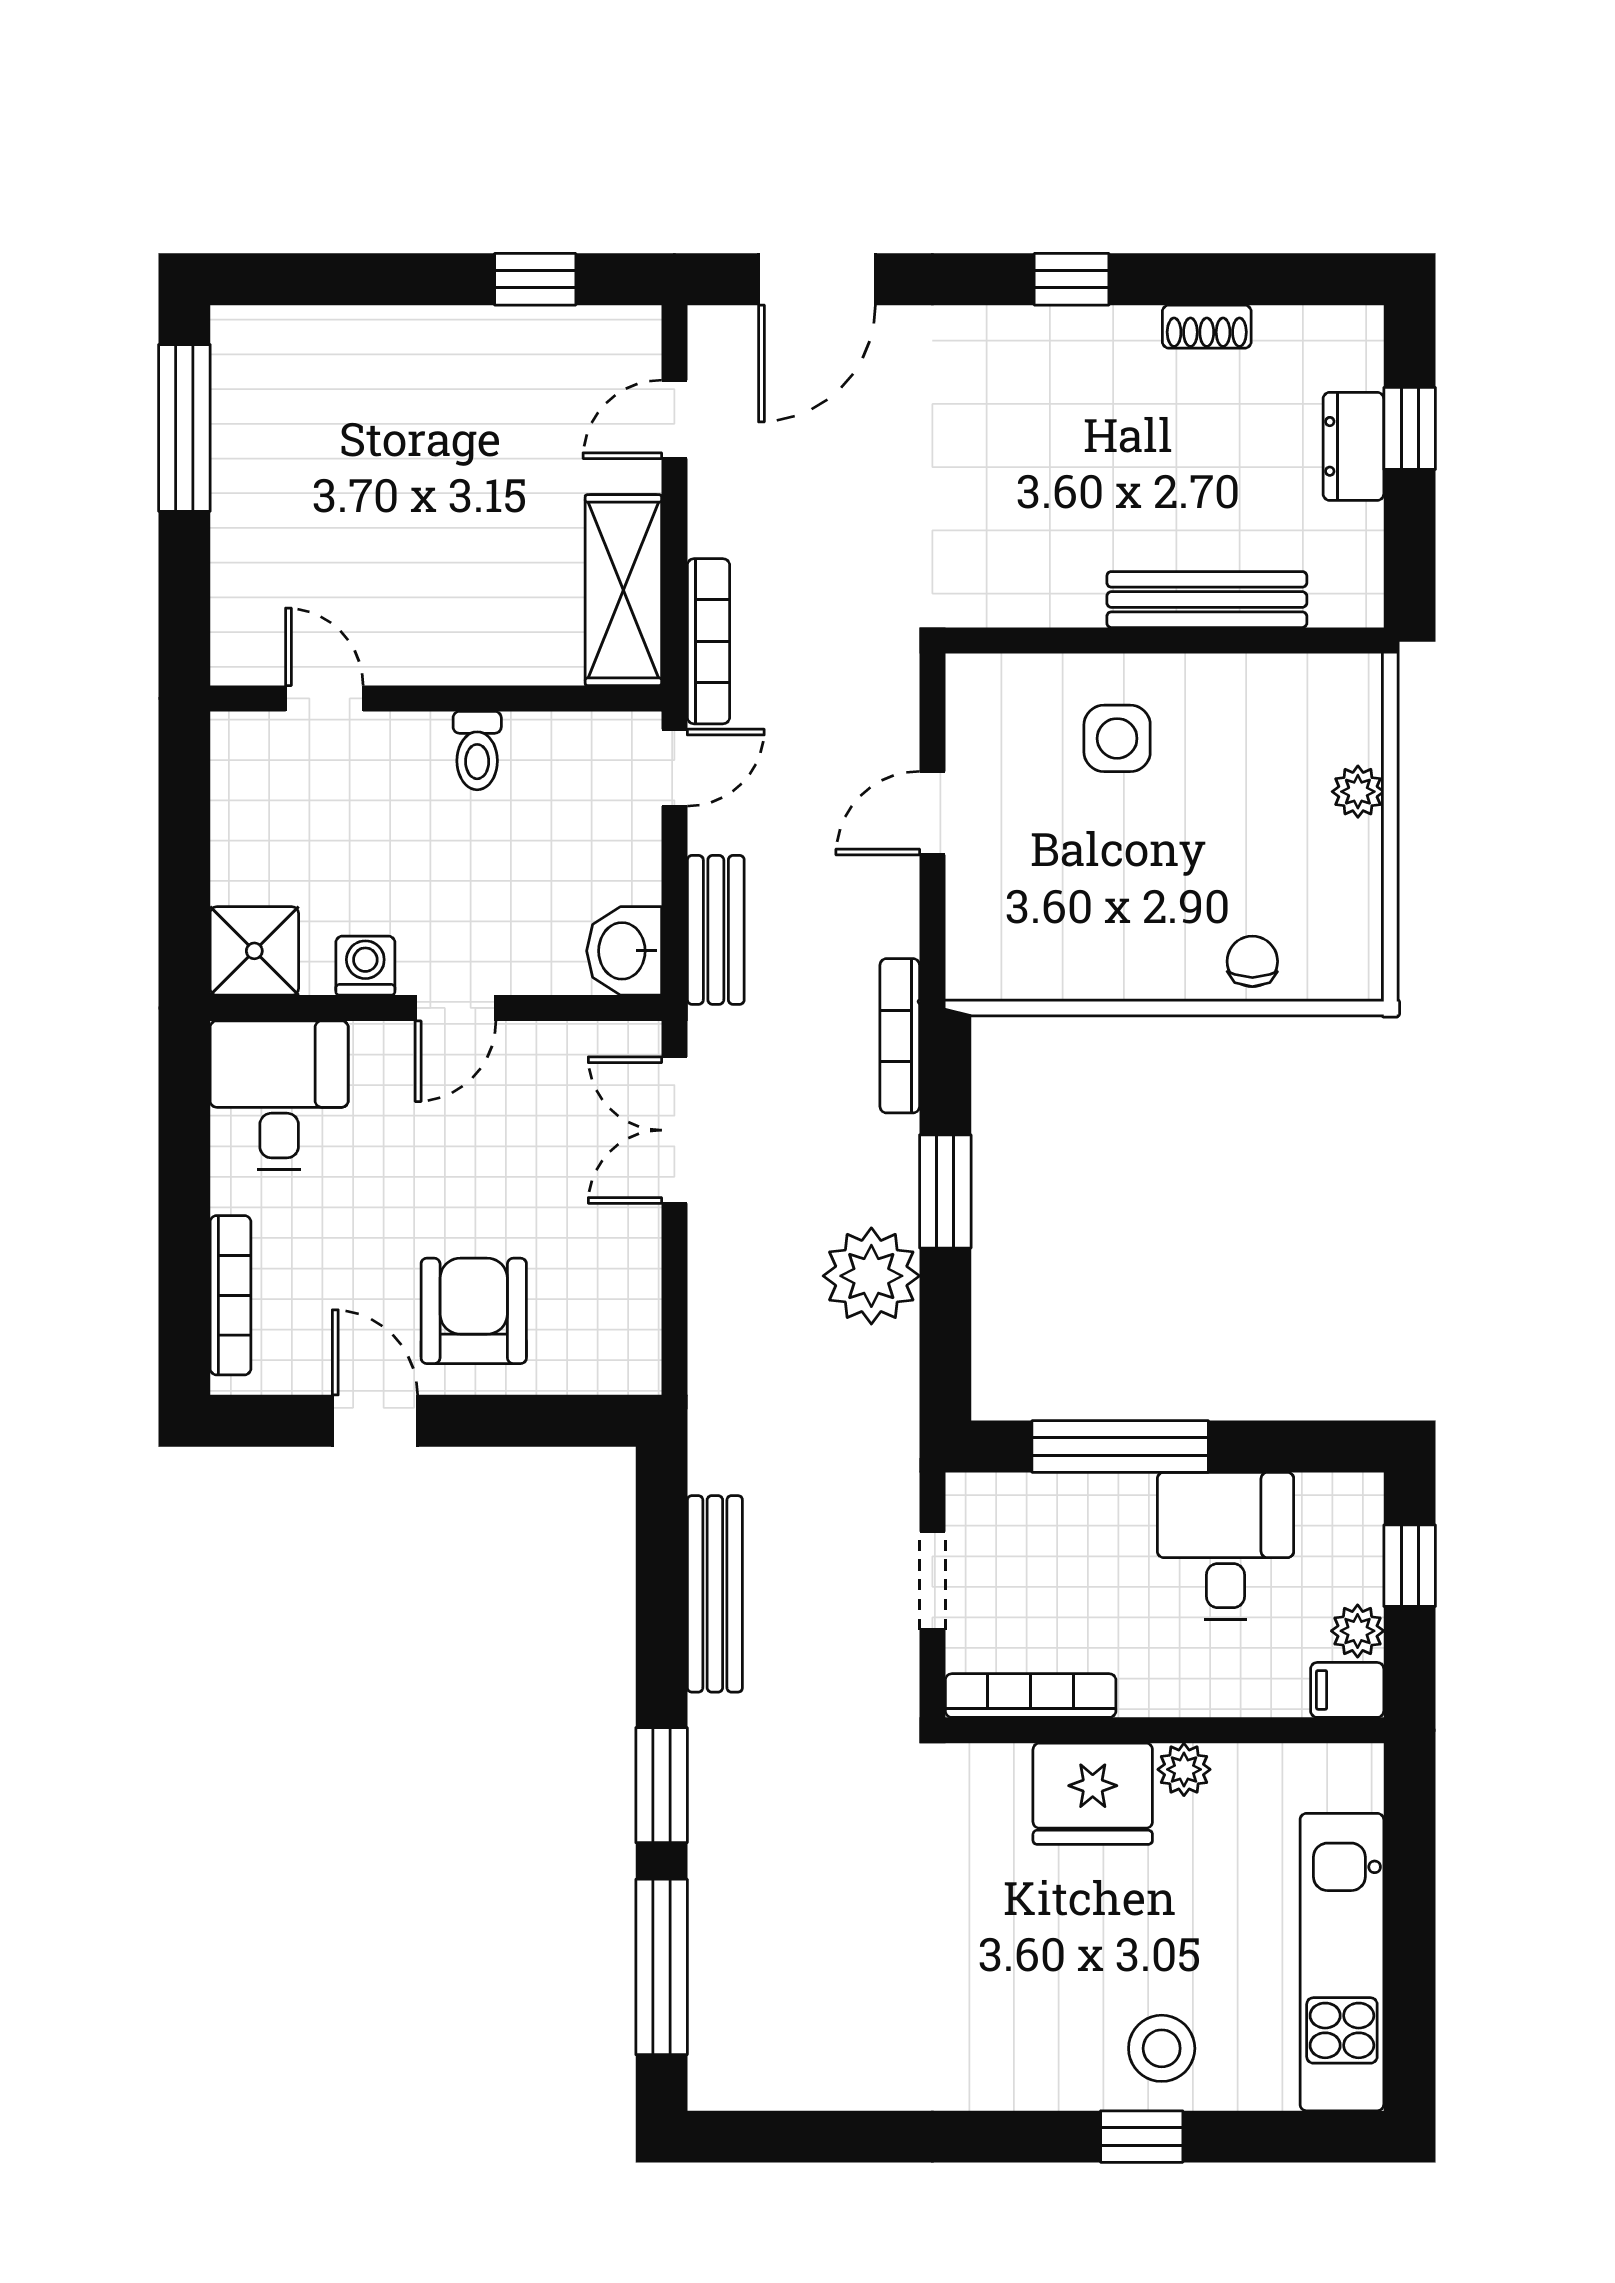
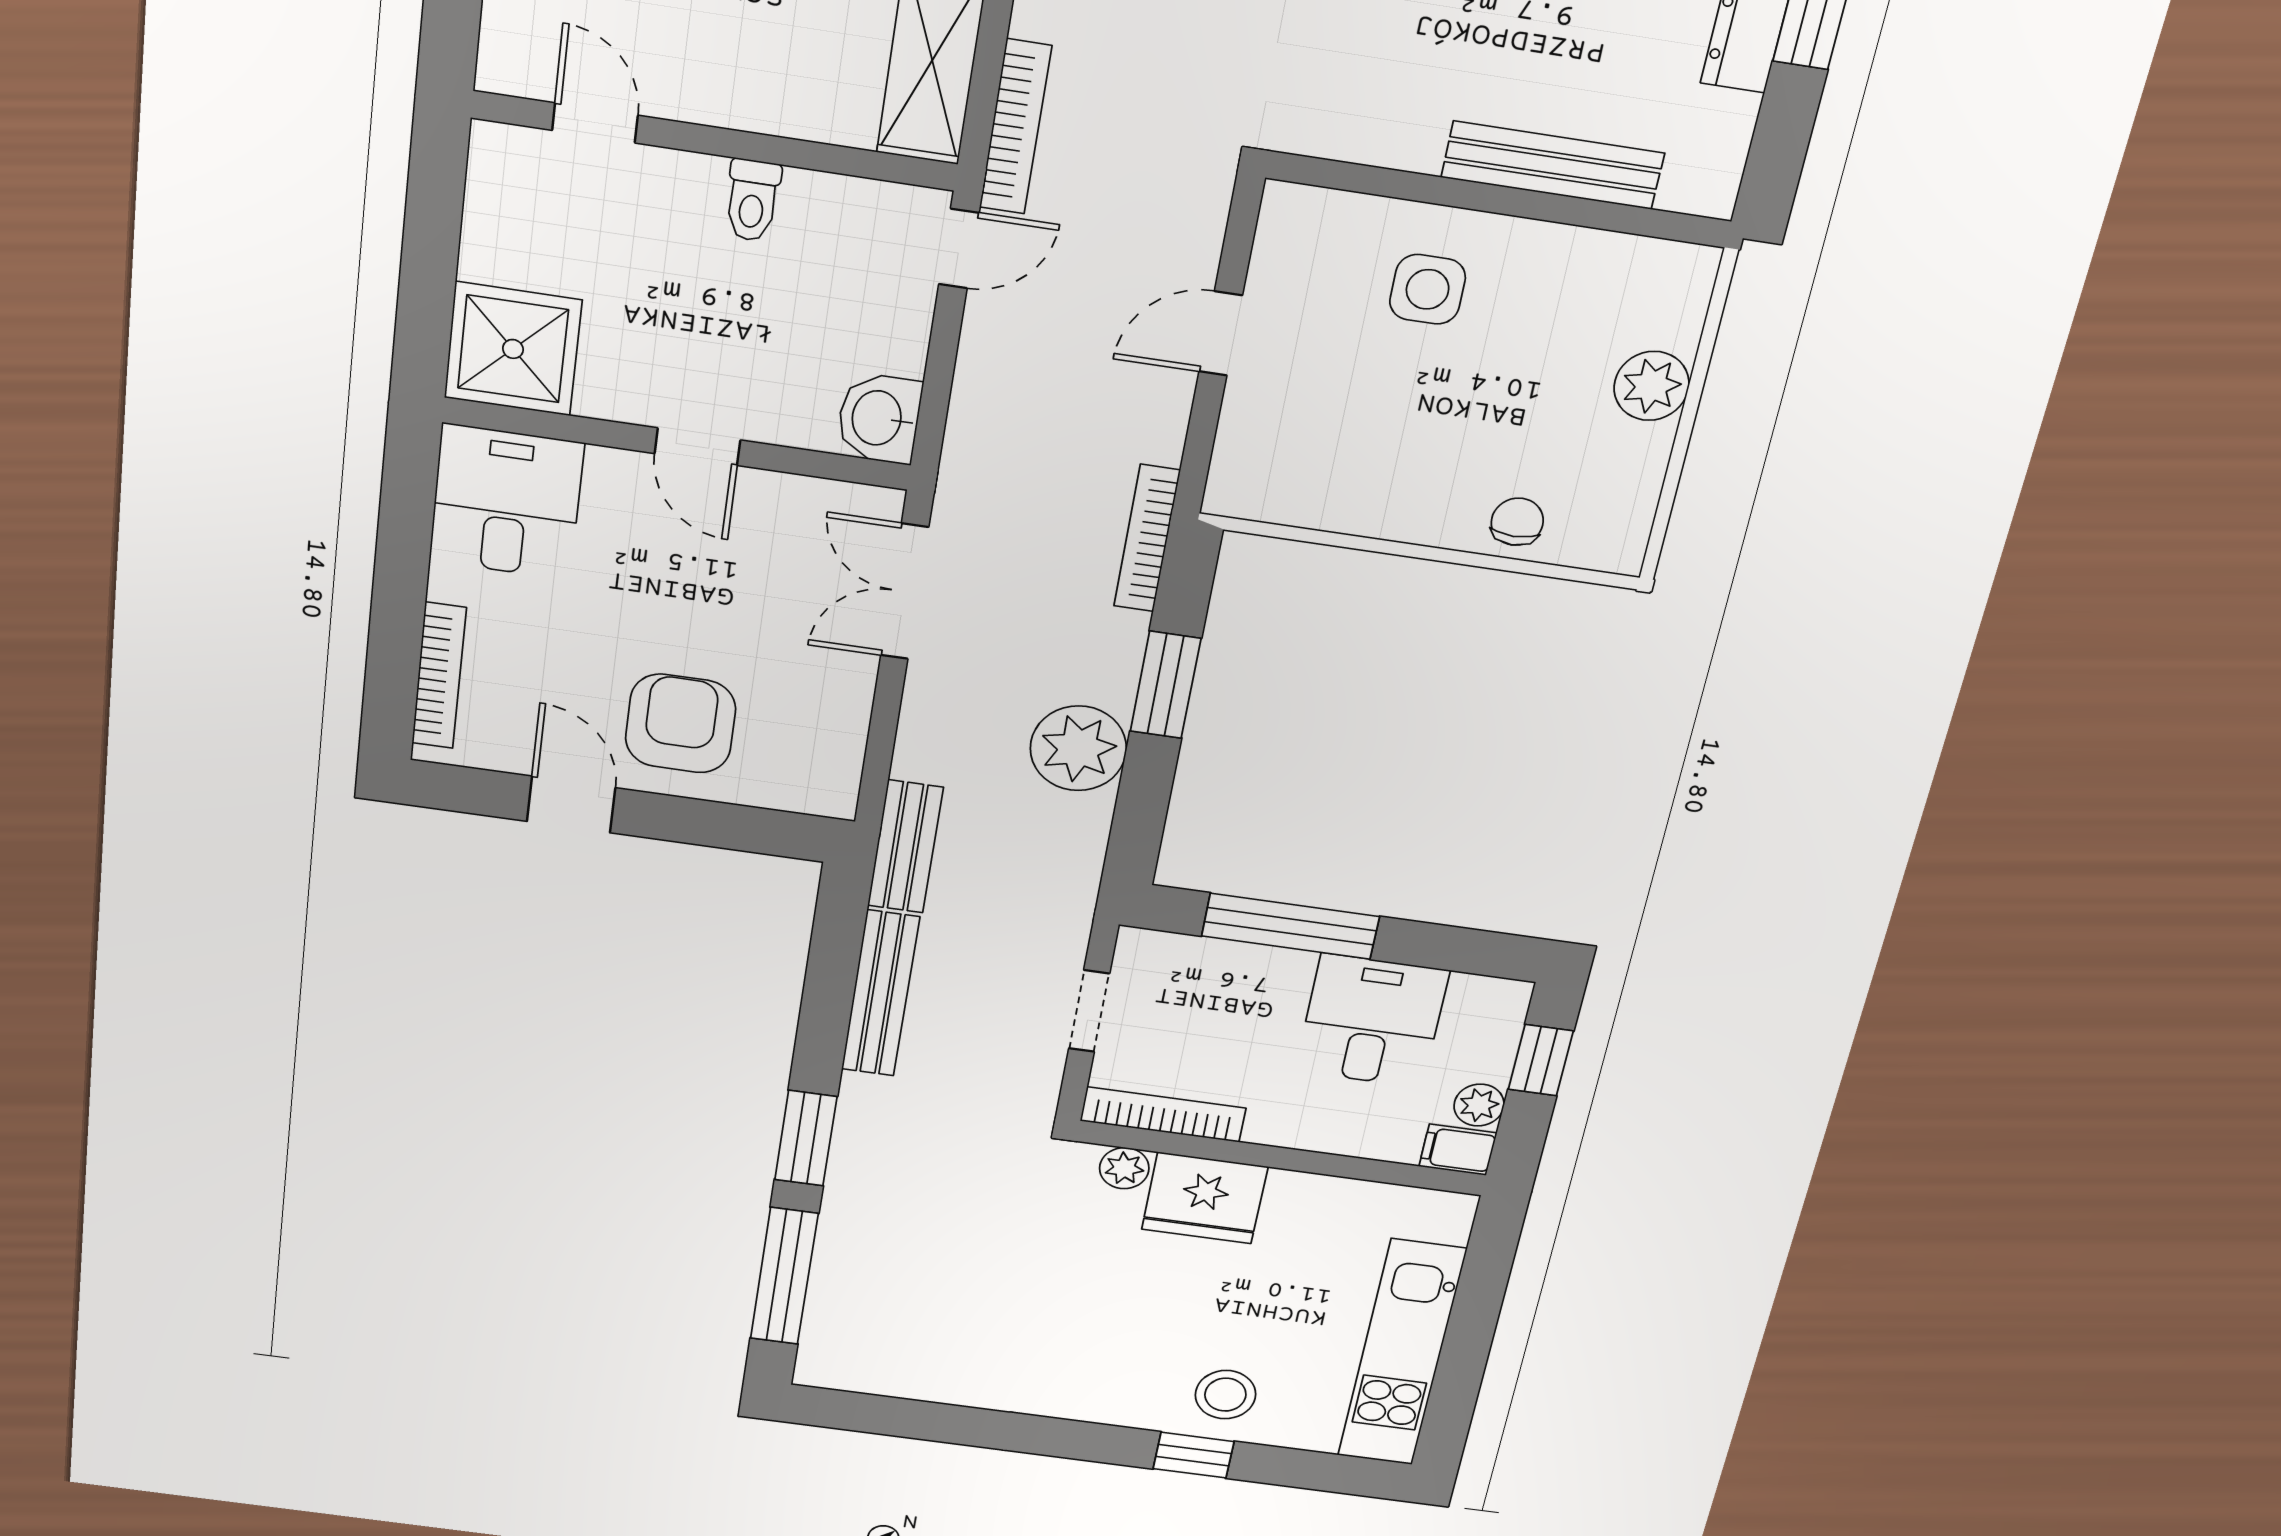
plant: (1358, 792) -> (1651, 386), width x1.38, depth x1.38
bench: (716, 930) -> (905, 847), moved
shower: (254, 951) -> (513, 349), width x1.36, depth x1.36
washing machine: (365, 966) -> (609, 393), removed
door: (456, 1008) -> (698, 447), hinge flipped
plant: (1184, 1769) -> (1124, 1168), moved

